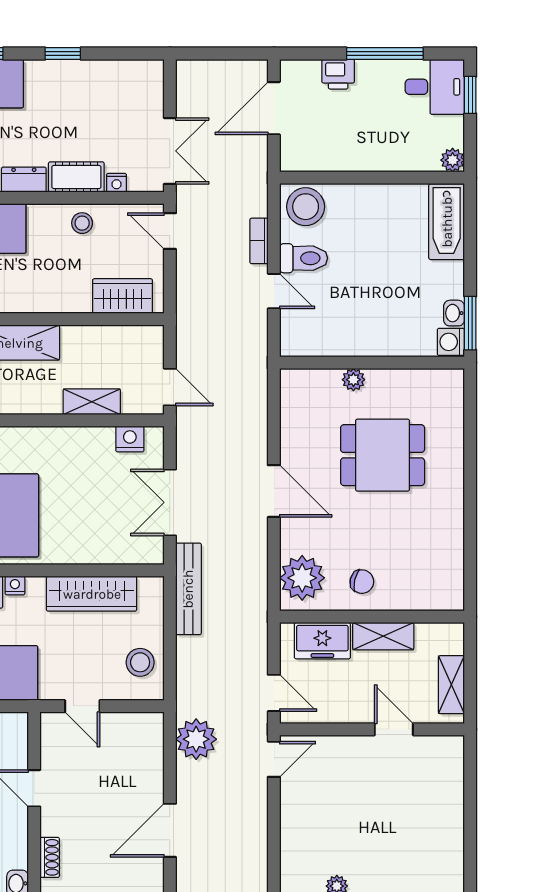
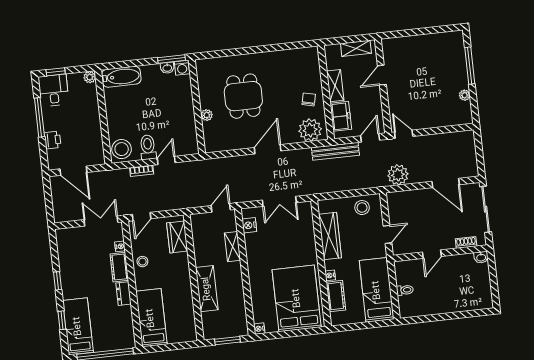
bench: (188, 589) -> (335, 151), moved

